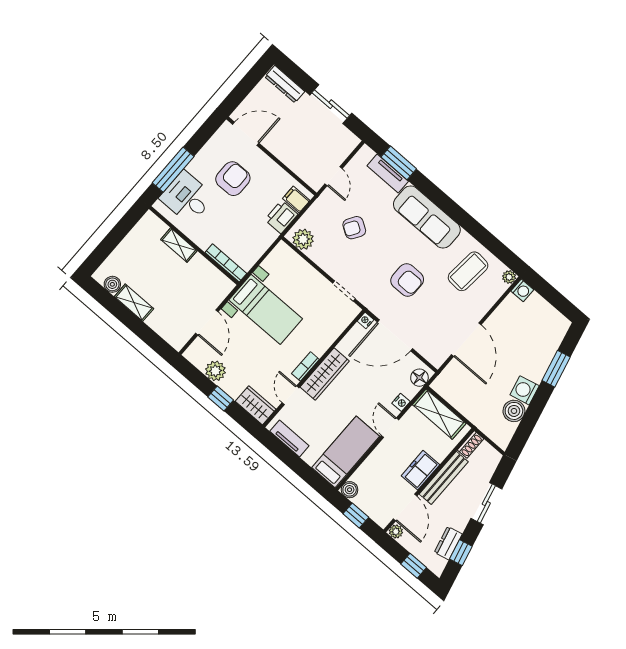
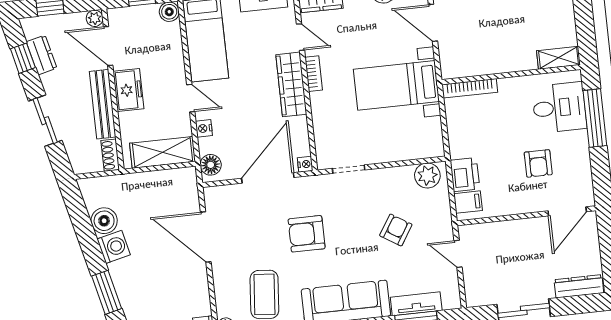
armchair: (233, 179) -> (538, 163), width x0.72, depth x0.72
shelving: (179, 245) -> (558, 58), moved

